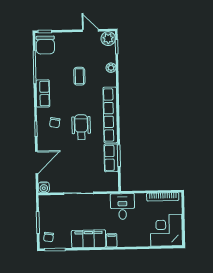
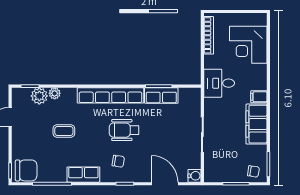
plant: (108, 39) -> (39, 96), moved
corner desk: (166, 230) -> (248, 45), moved

